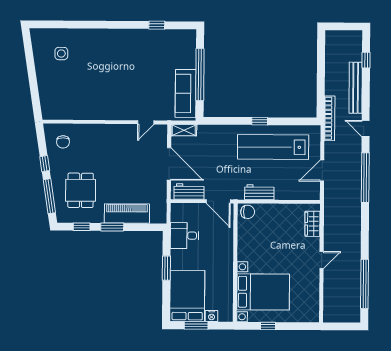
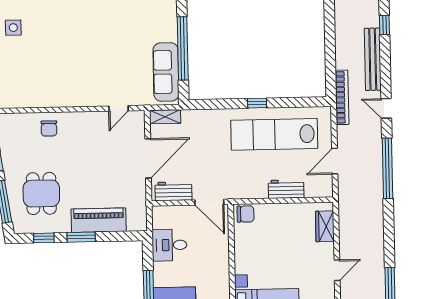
chair: (63, 142) -> (49, 128), moved
door: (169, 164) -> (148, 158), hinge flipped
workbench: (259, 192) -> (286, 189), moved

